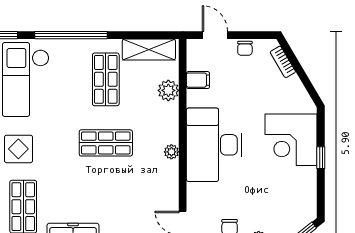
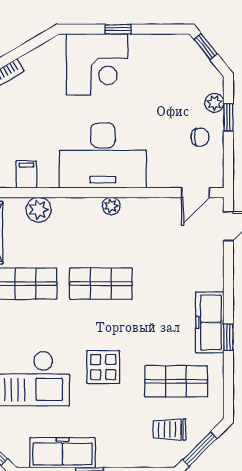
shop shelf: (106, 143) -> (101, 284), turned 90
display table: (18, 149) -> (103, 367), moved

